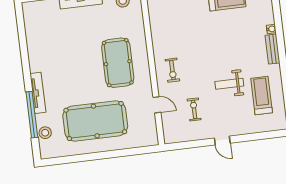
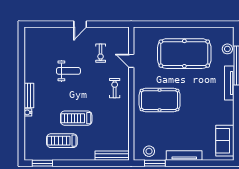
sofa: (35, 24) -> (225, 141), added
pool table: (118, 63) -> (160, 100), turned 90
treadmill: (262, 96) -> (76, 118), moved, turned 90
door: (222, 141) -> (80, 24), swing flipped

